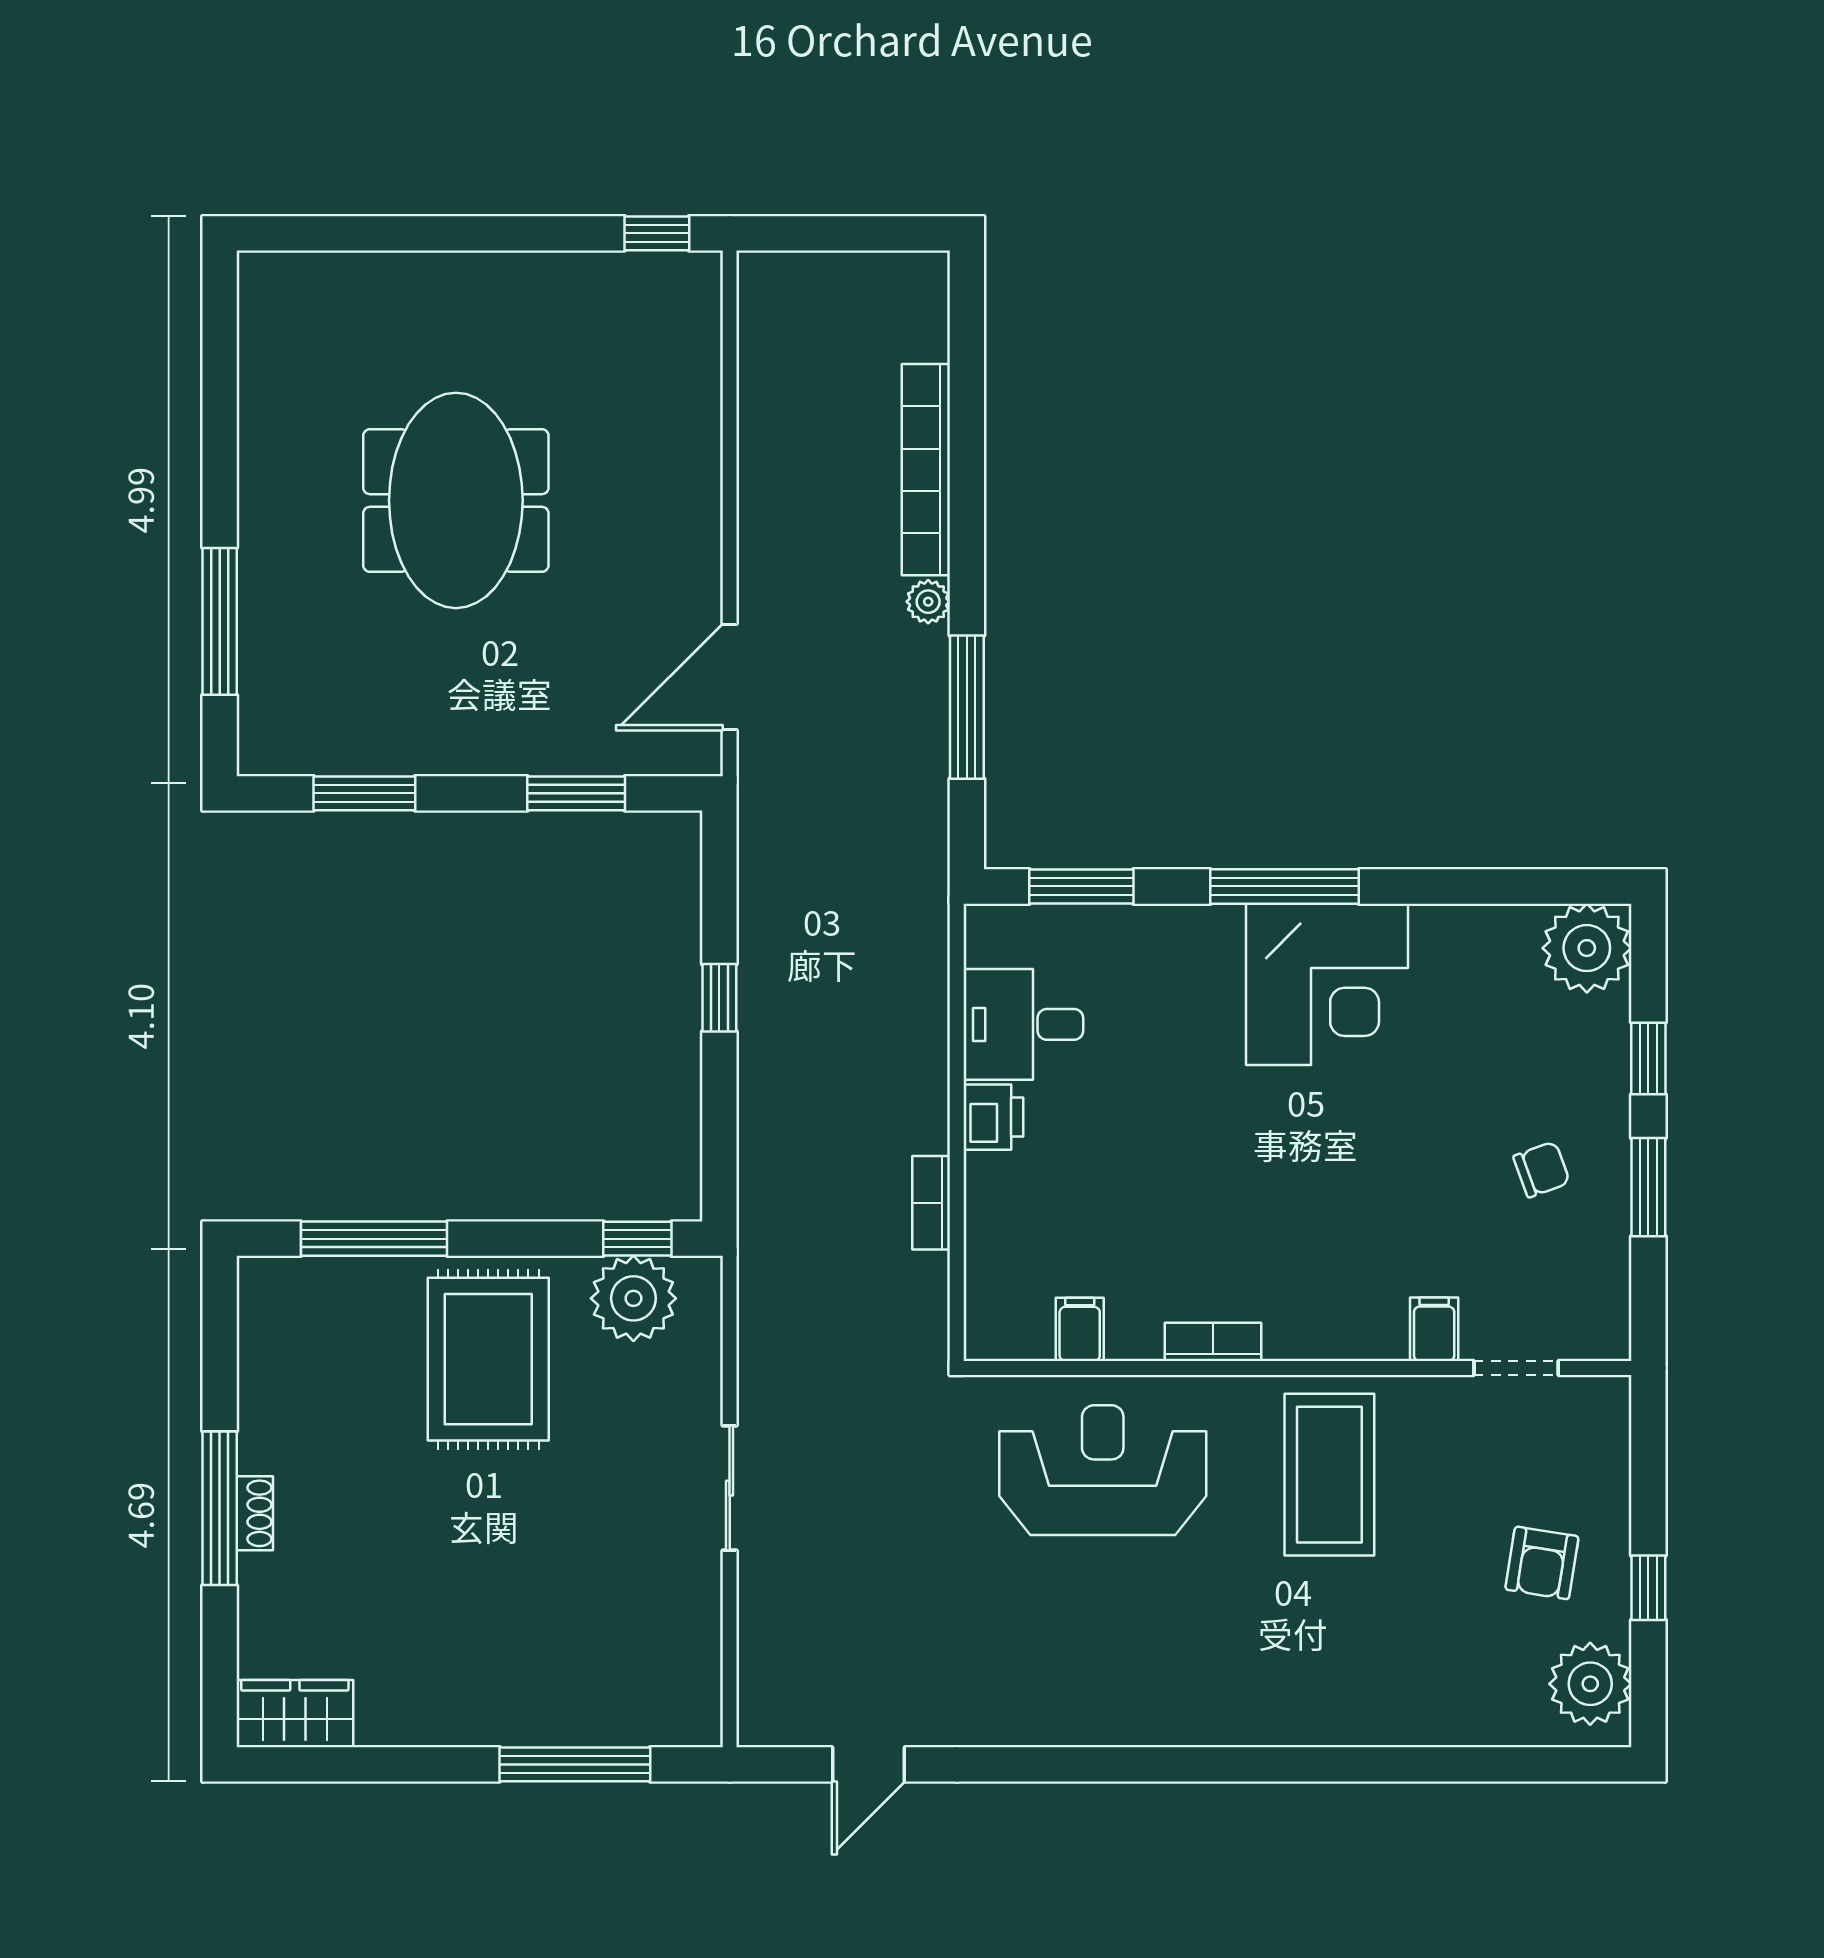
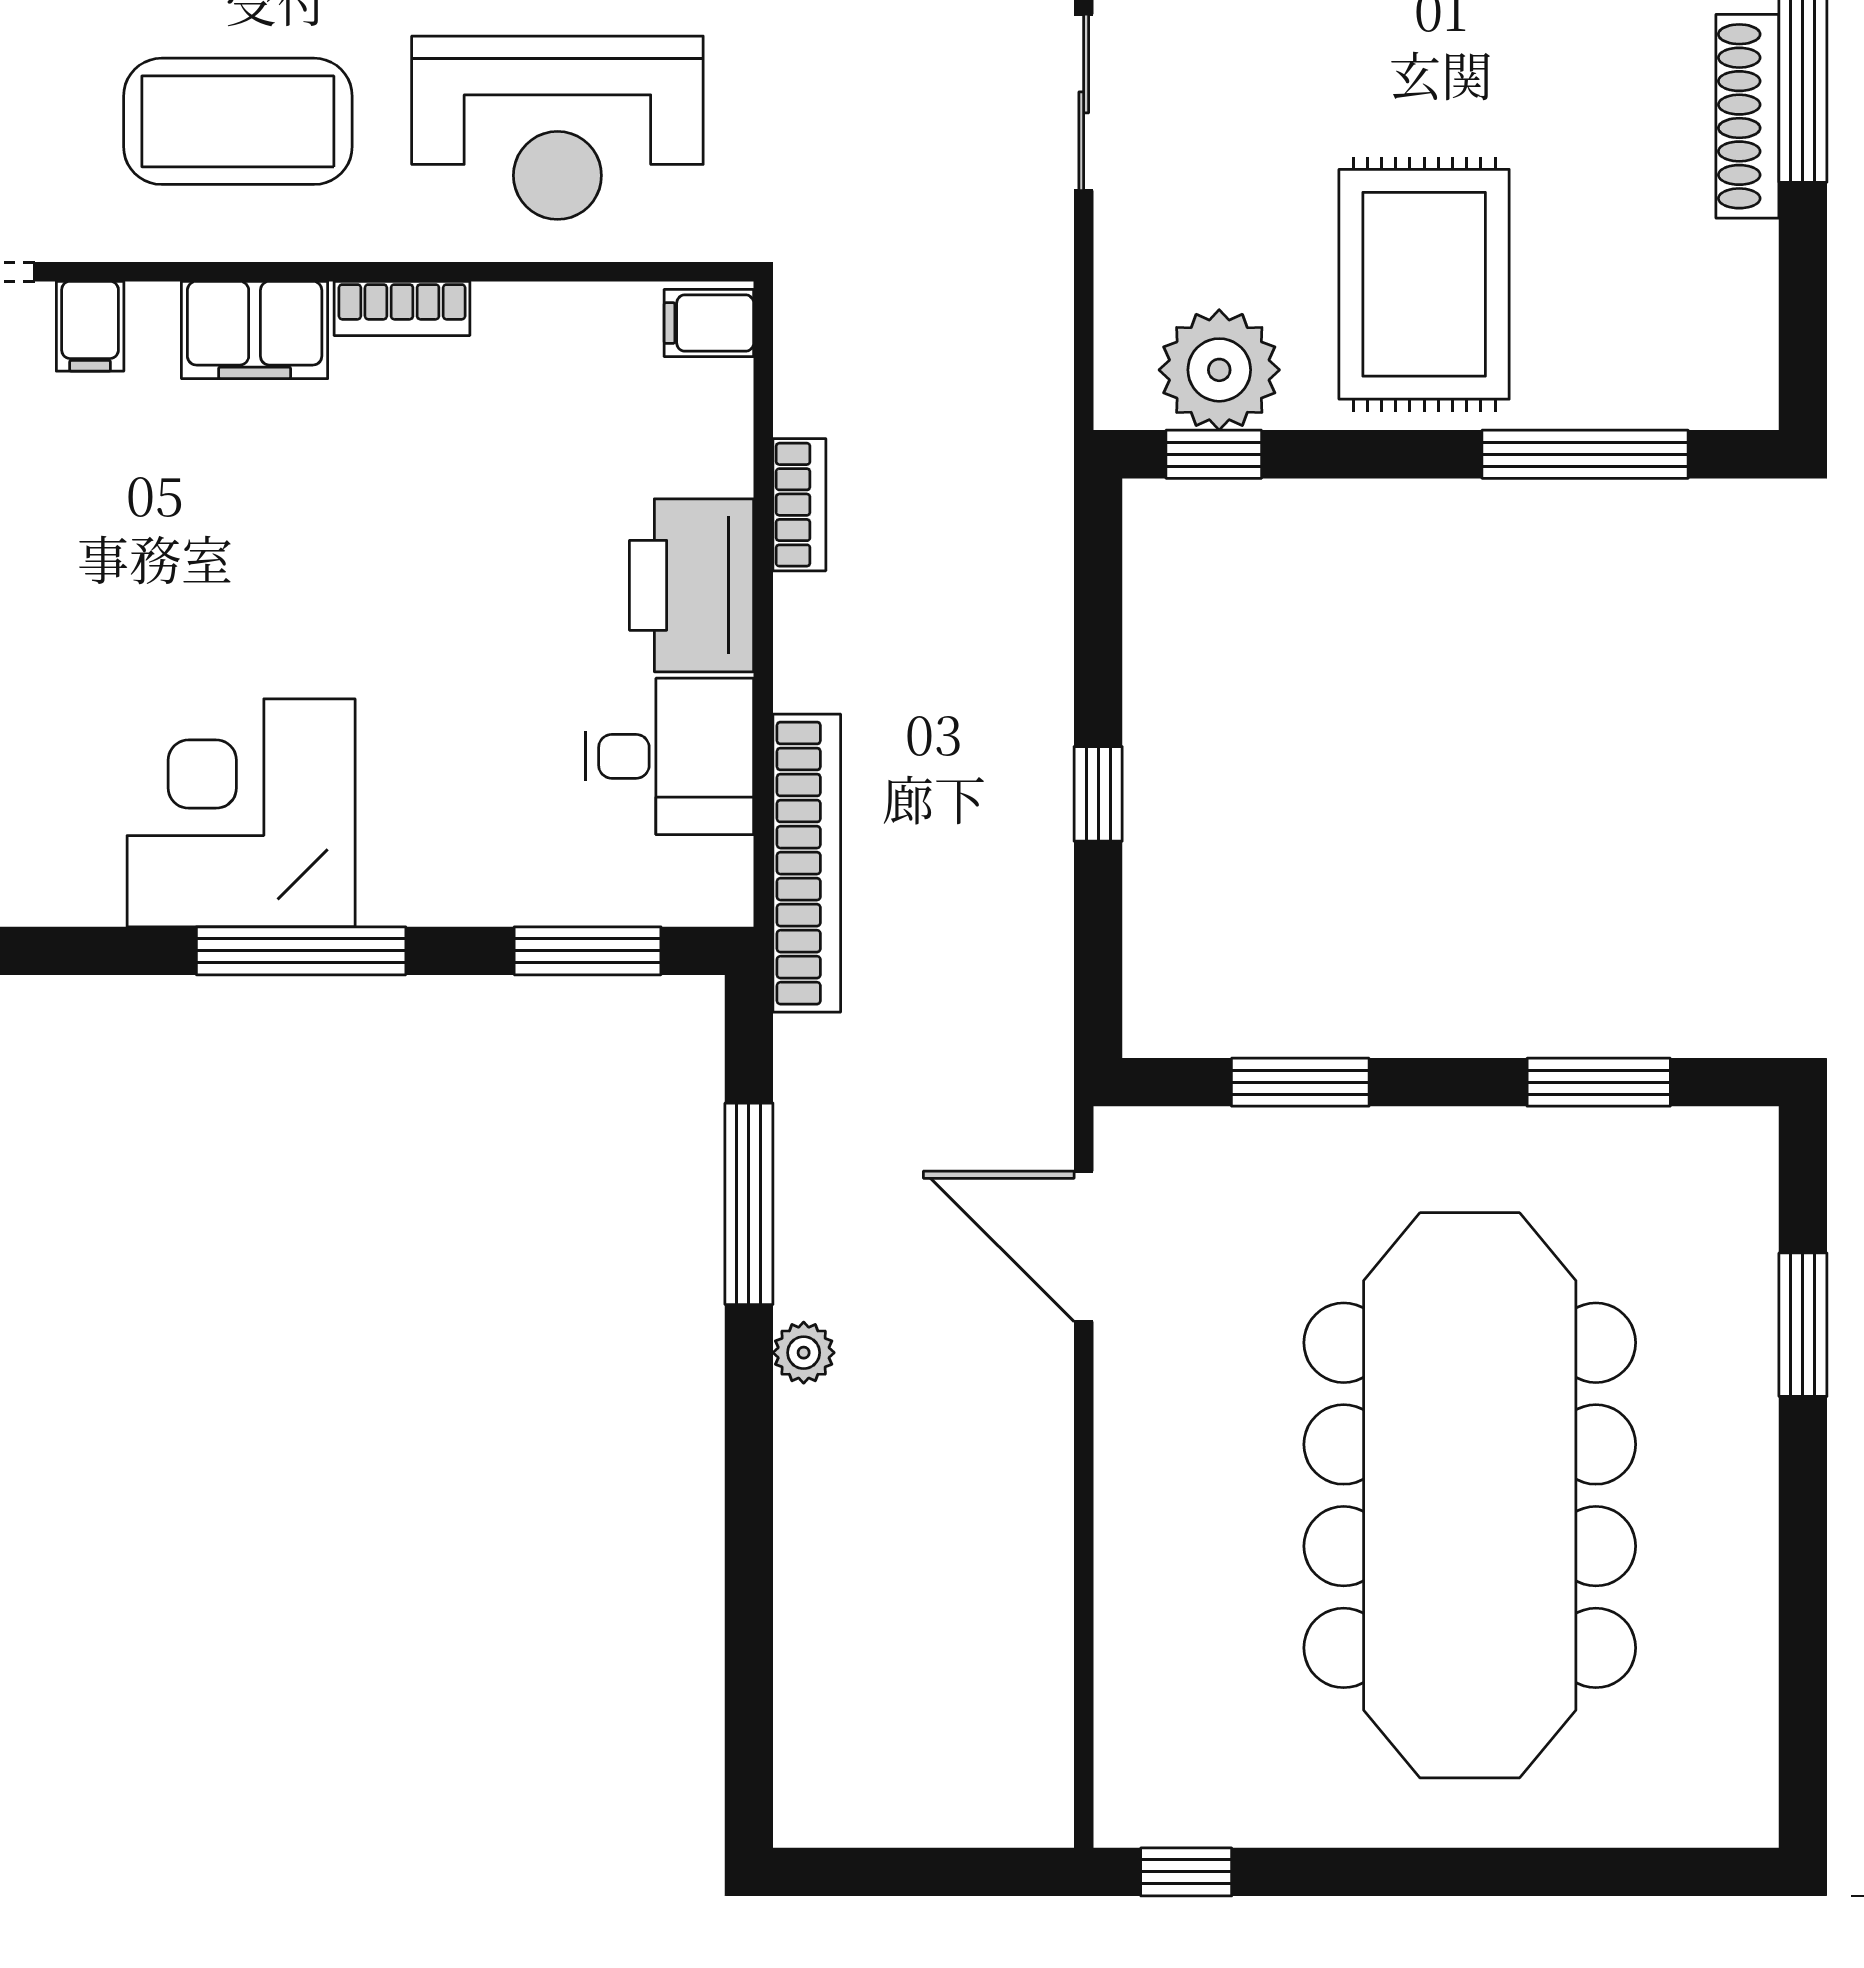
bookcase: (926, 470) -> (807, 863), moved
meeting table: (456, 500) -> (1470, 1495), width x1.86, depth x1.27
window: (220, 621) -> (1803, 1325), width x0.69
door: (730, 677) -> (1084, 1246), swing flipped
printer: (993, 1117) -> (692, 585), width x1.87, depth x1.48
filing cabinet: (1317, 1327) -> (255, 330), added
filing cabinet: (1080, 1329) -> (709, 323), moved, turned 90
coffee table: (1329, 1475) -> (238, 121), turned 90
shoe rack: (255, 1513) -> (1747, 116), width x1.94, depth x1.24

